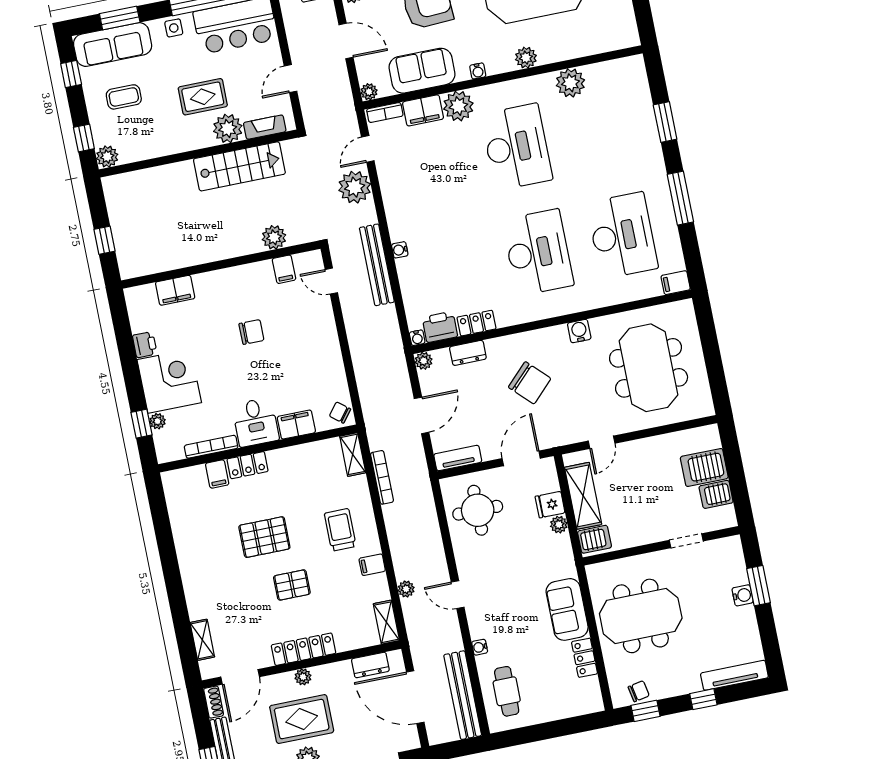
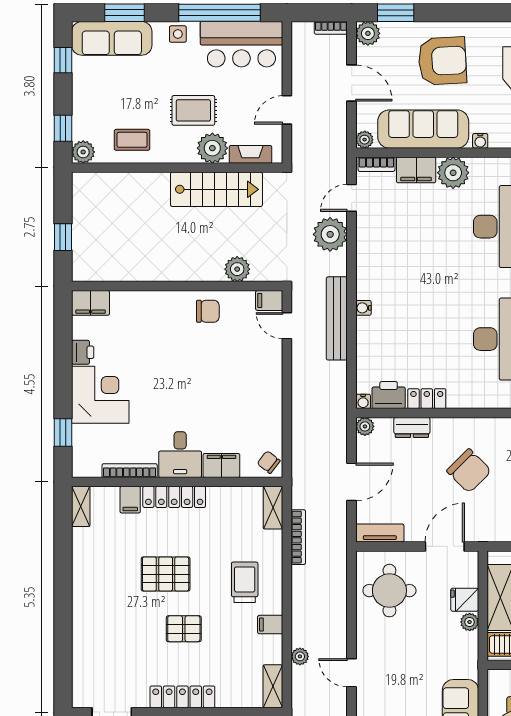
sofa: (422, 71) -> (423, 129), width x1.36
coffee table: (124, 97) -> (132, 140), moved
filing cabinet: (284, 269) -> (269, 300), moved, turned 90
filing cabinet: (175, 290) -> (91, 303), moved
chair: (251, 332) -> (208, 311), moved
plant: (157, 421) -> (80, 433), removed
locker: (248, 465) -> (174, 497), width x1.53
shelving: (202, 640) -> (81, 506), moved

